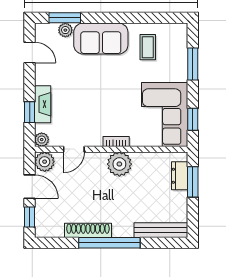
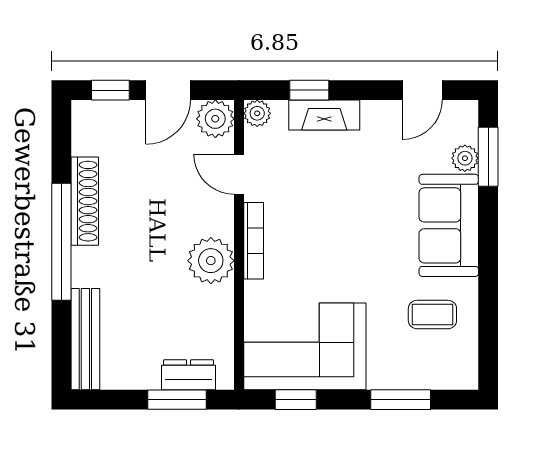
bookcase: (116, 141) -> (254, 241), width x1.56

